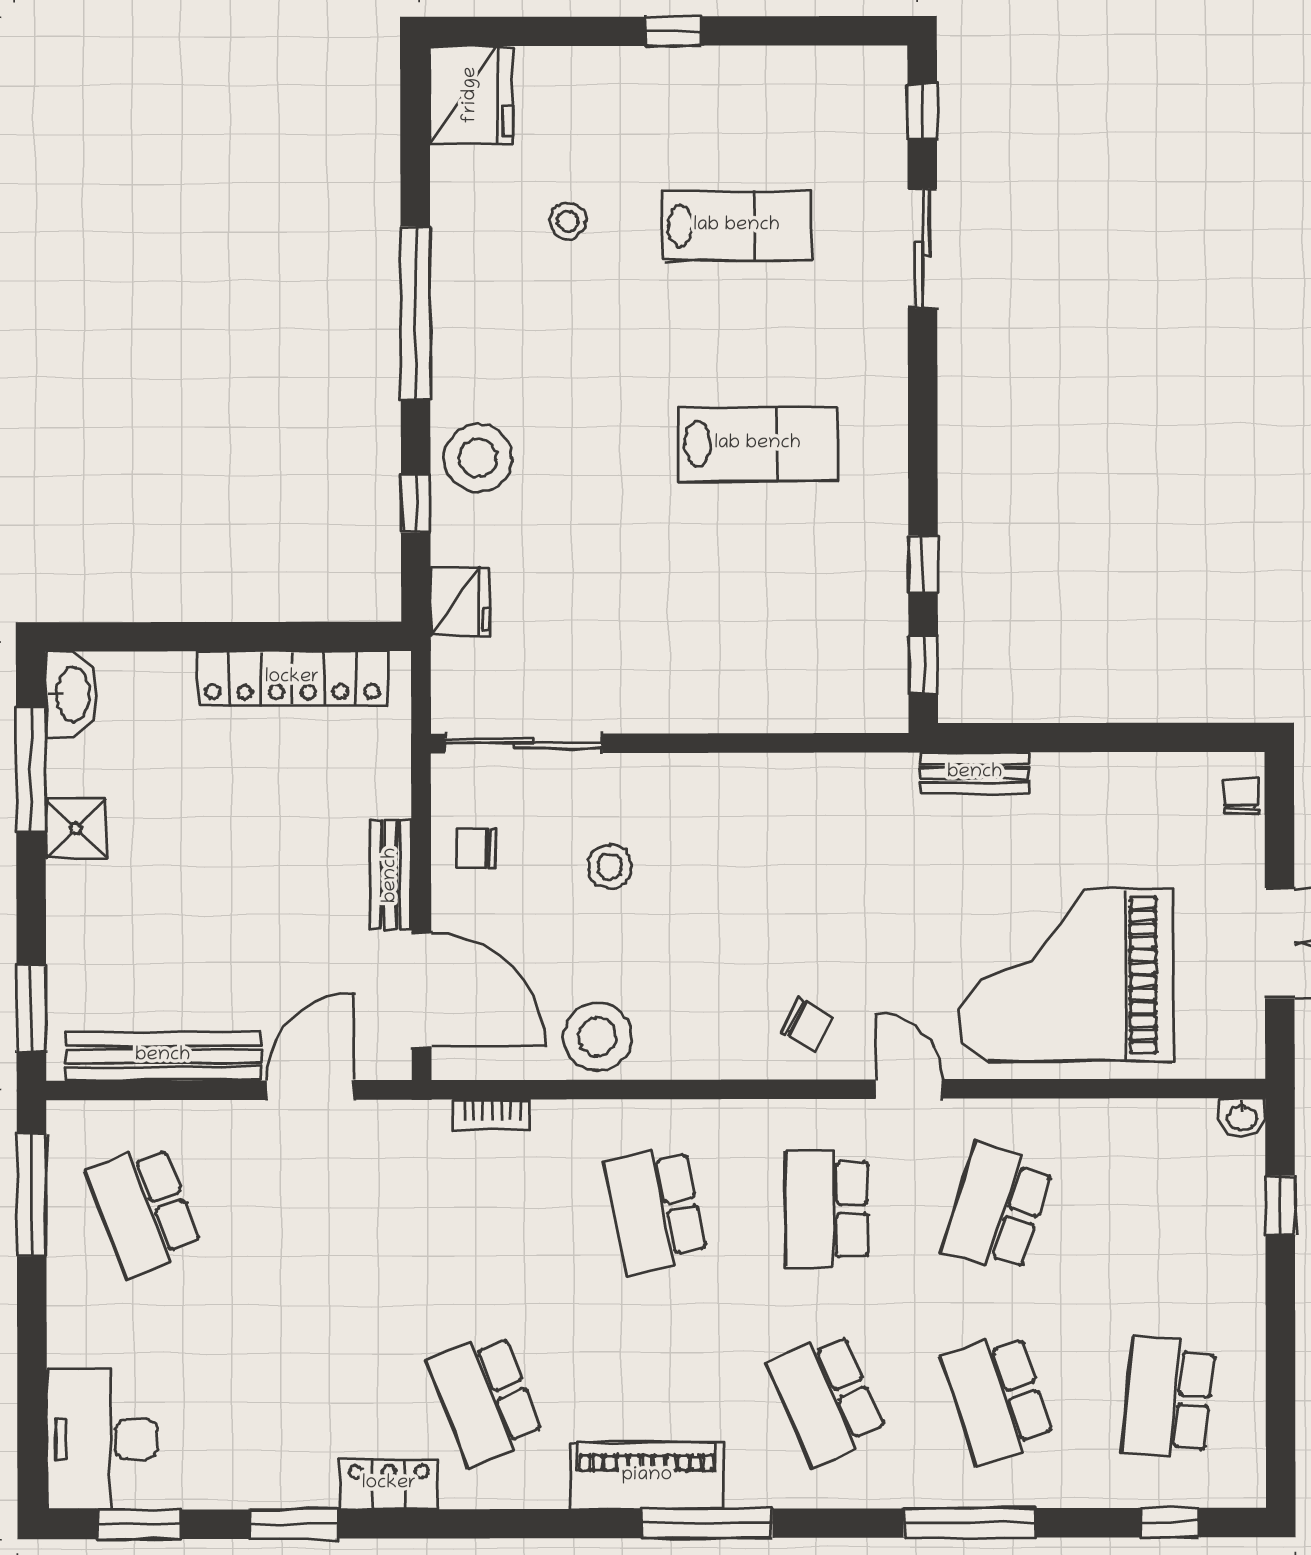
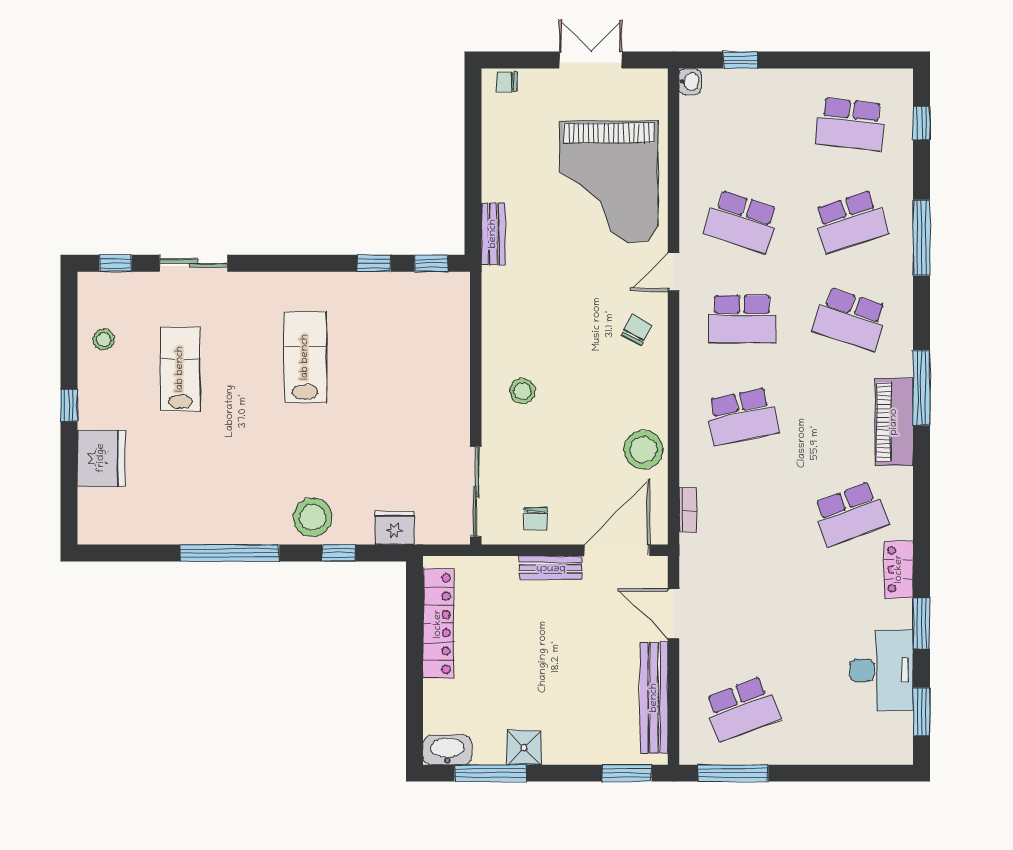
fridge: (471, 95) -> (101, 458), moved, turned 90
stool: (568, 221) -> (104, 339), moved
stool: (609, 866) -> (522, 391), moved
school desk: (827, 1399) -> (850, 319), turned 42
desk: (102, 1439) -> (881, 670), moved, turned -90

